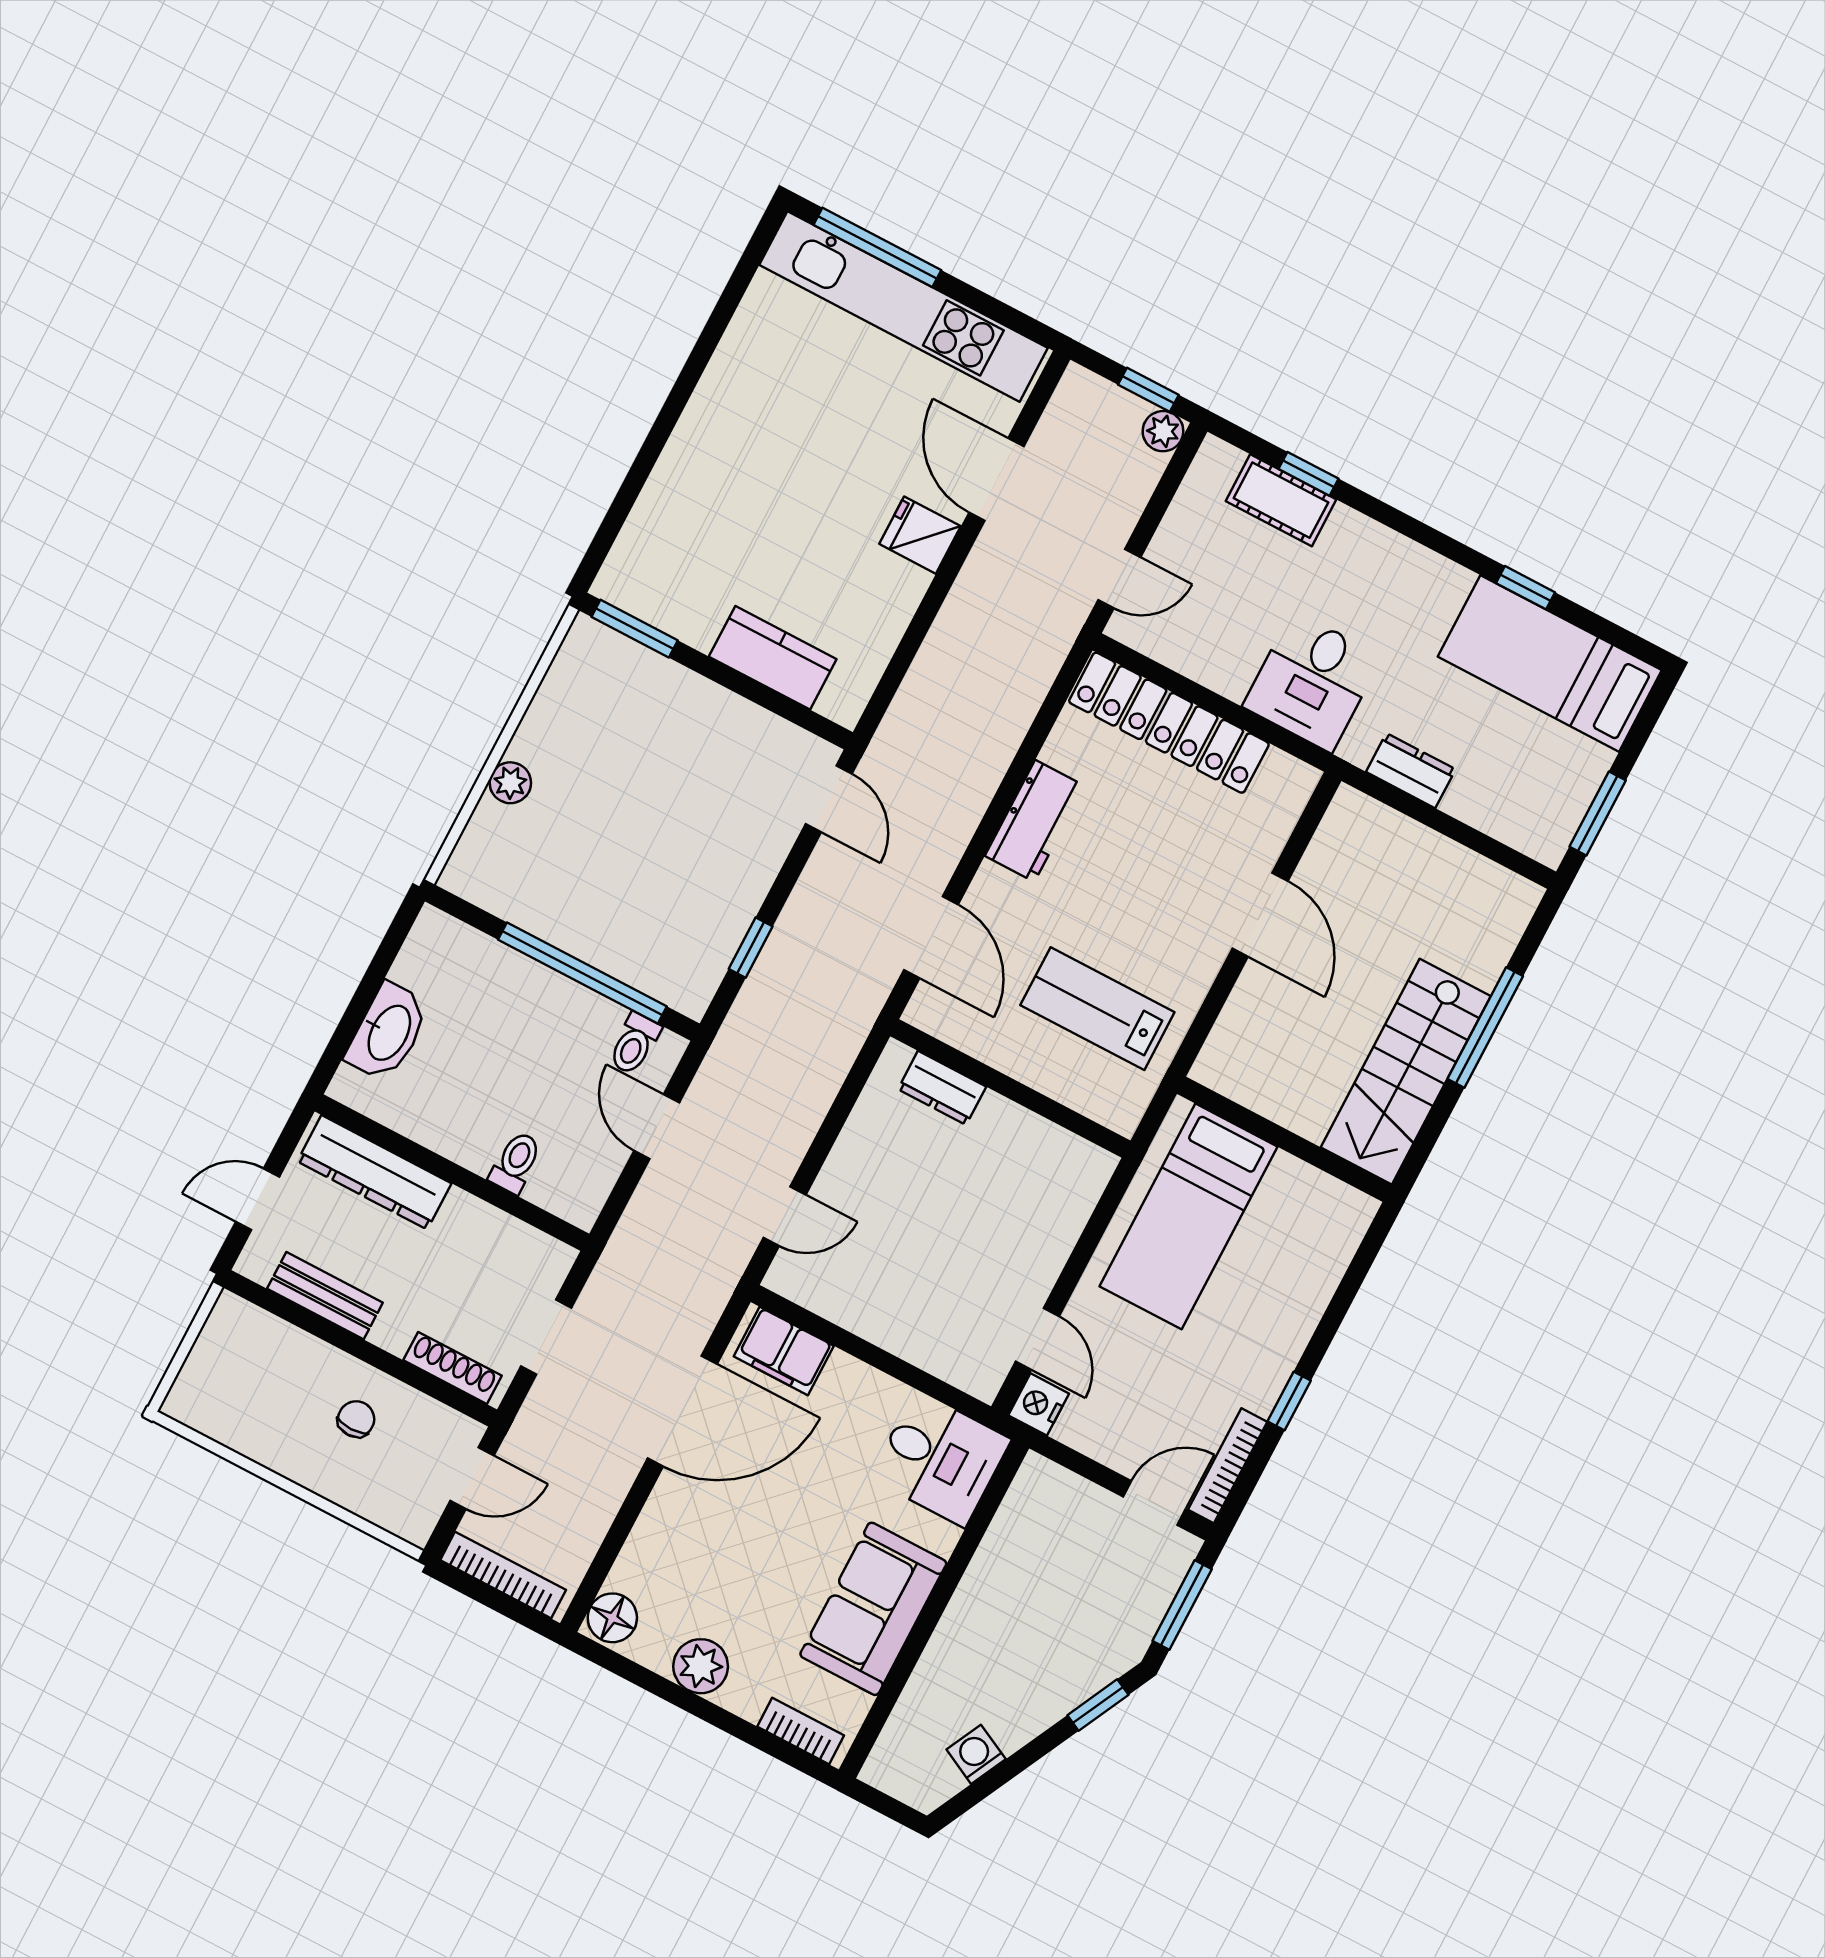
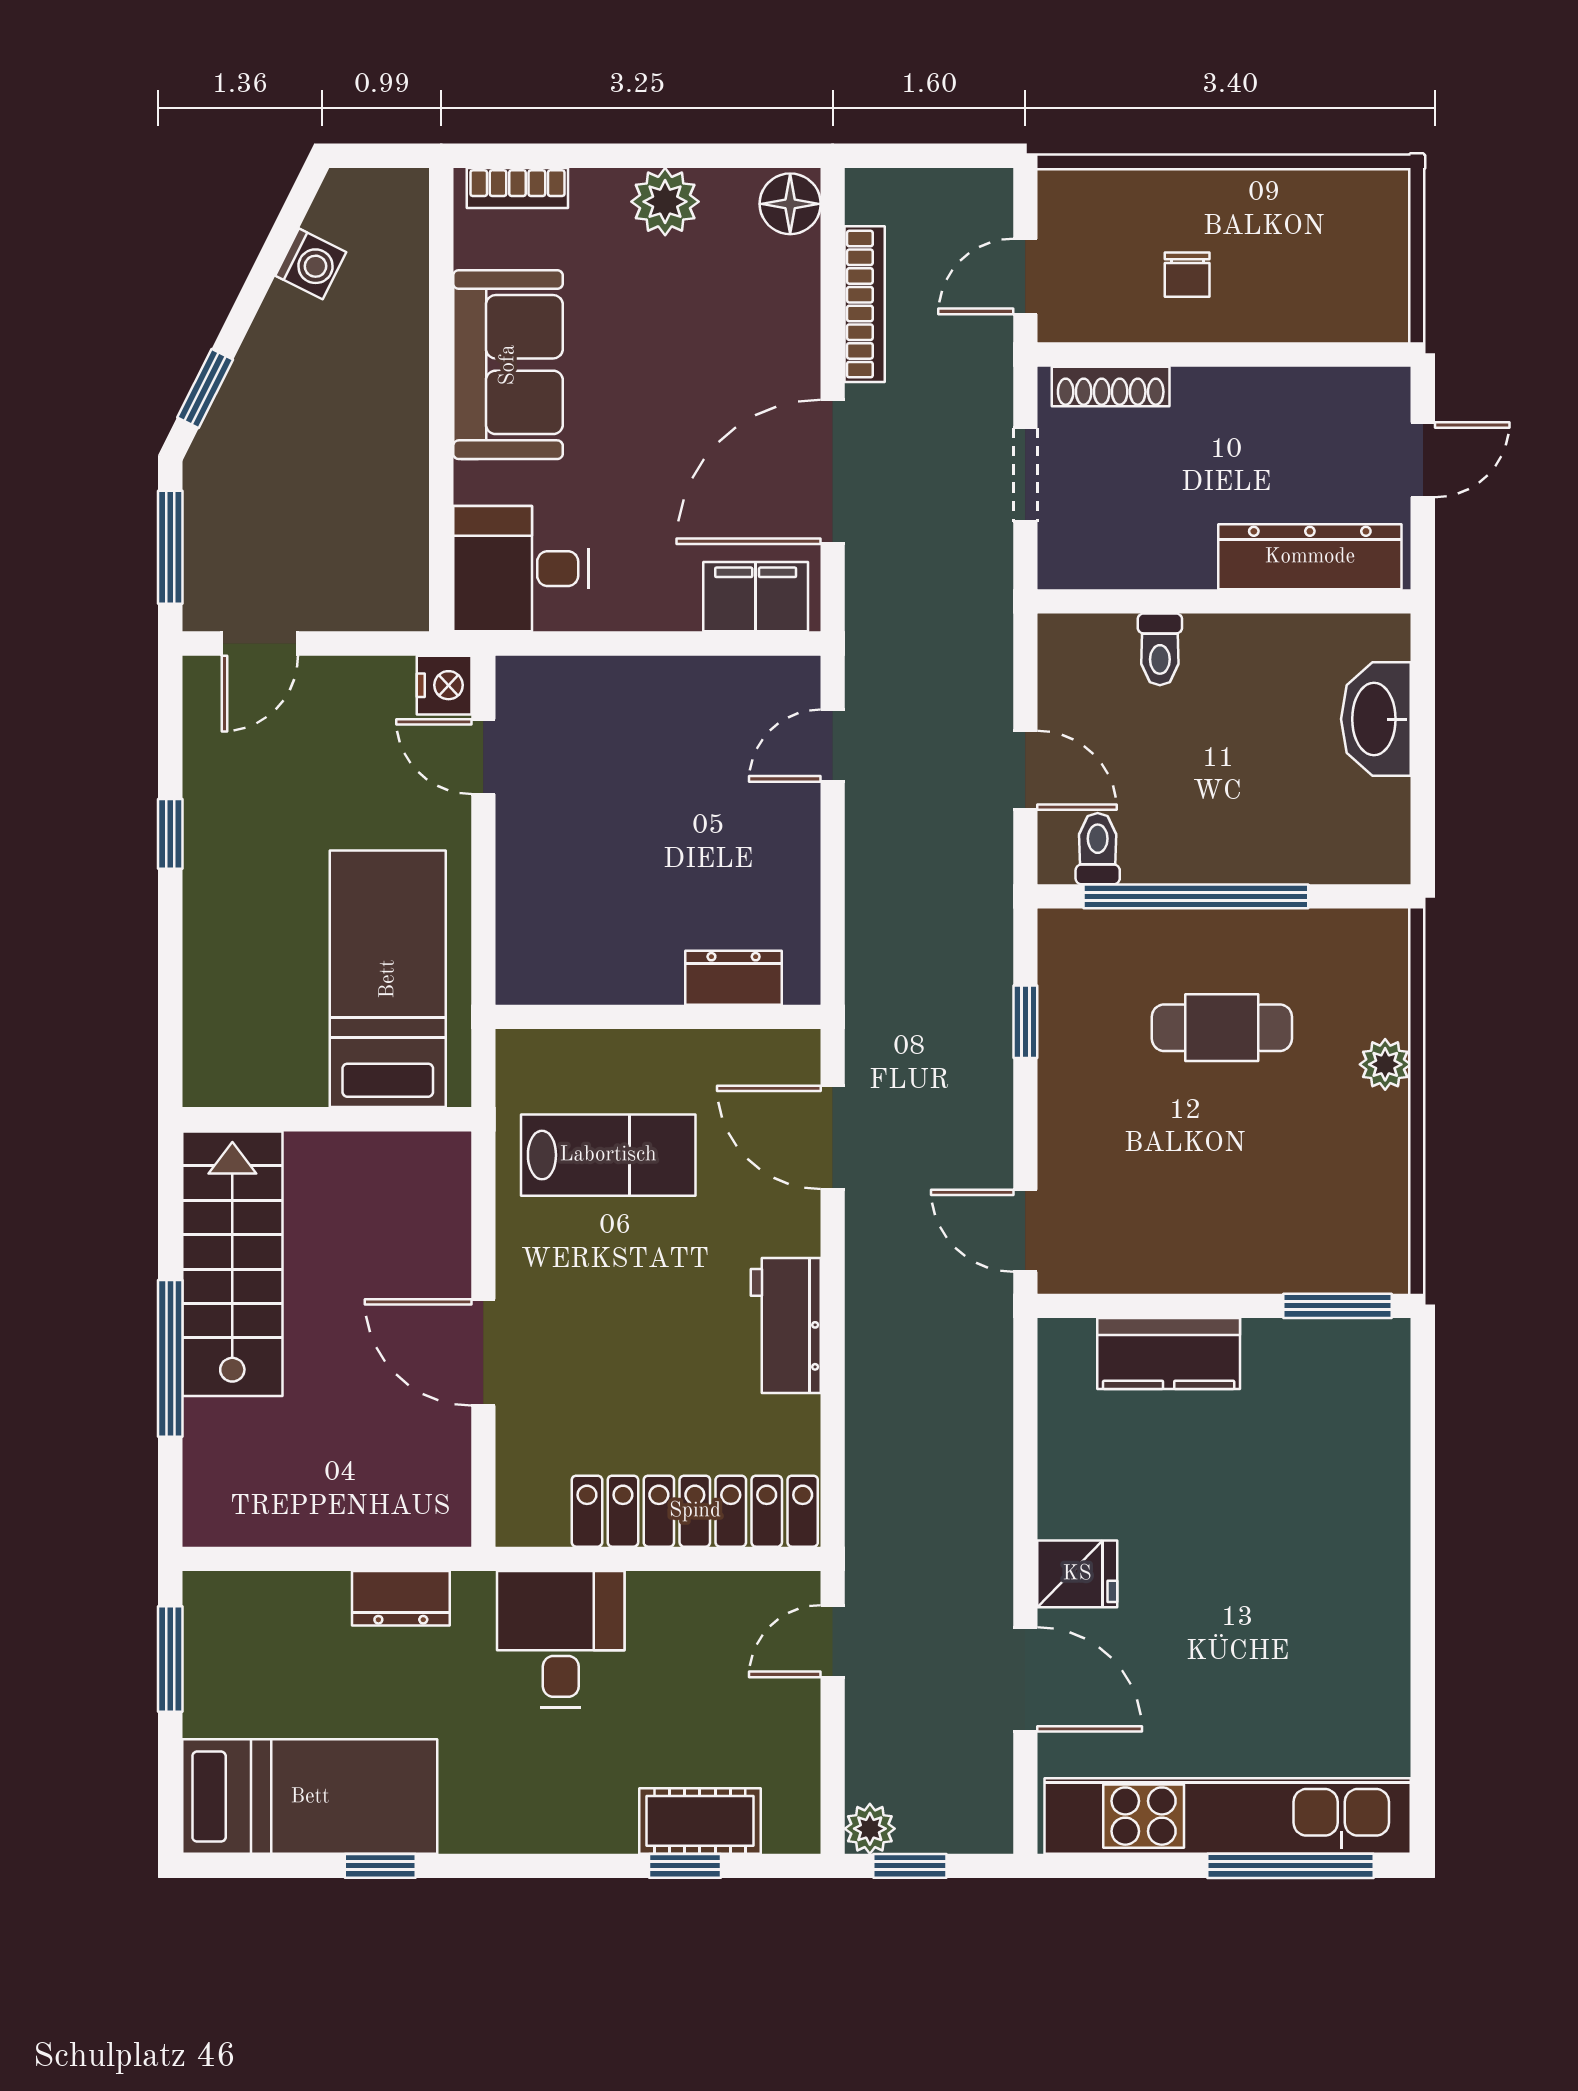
cafe table: (613, 870) -> (1222, 1028), added
bench: (325, 1296) -> (1293, 392), removed
bookcase: (1228, 1466) -> (201, 727), removed
bookcase: (503, 1575) -> (865, 304), moved, turned -90

